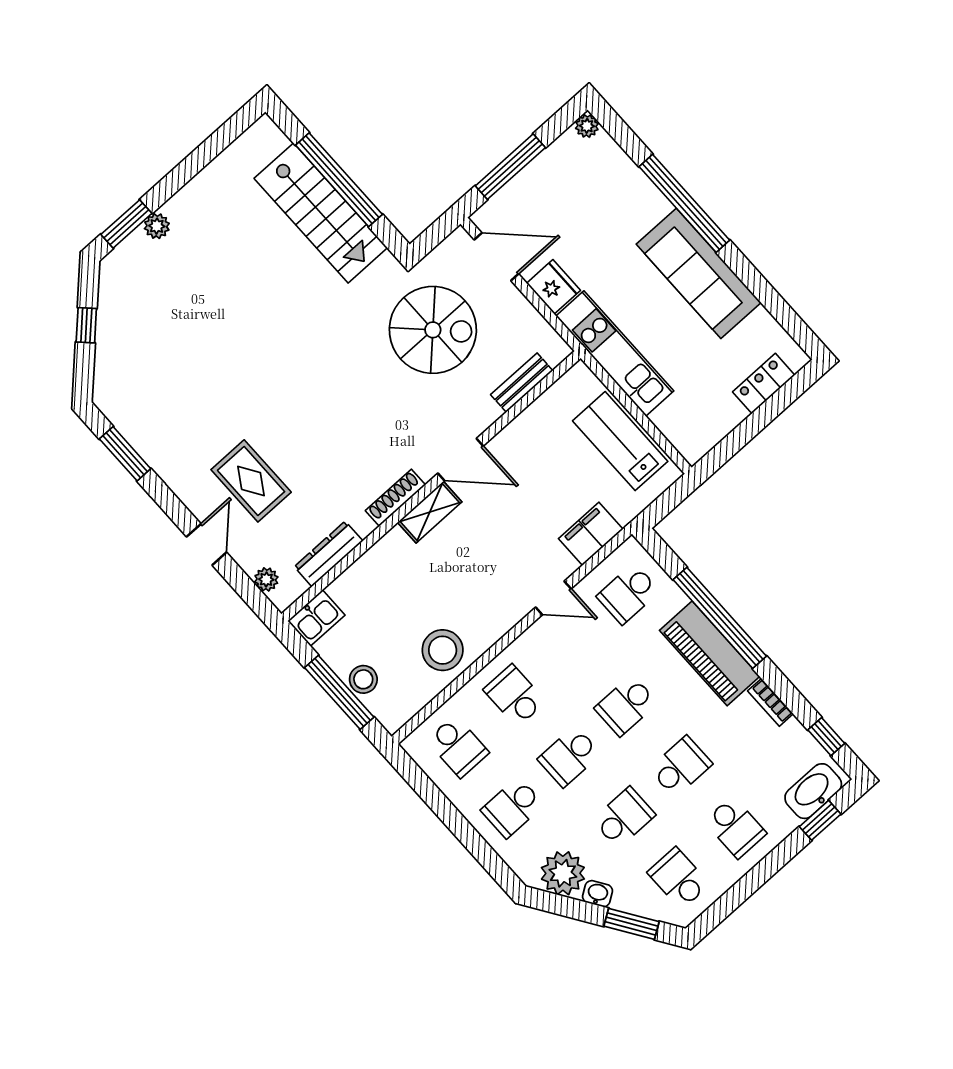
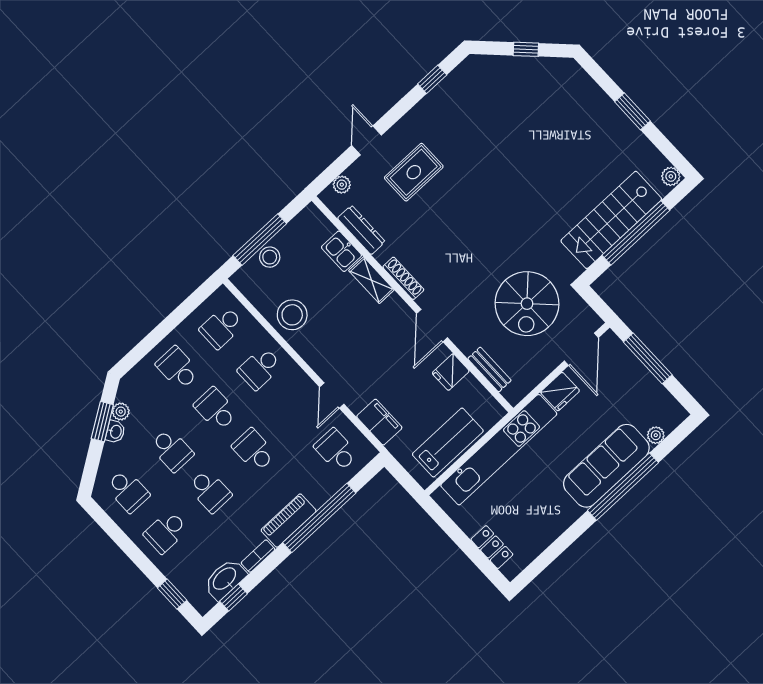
plant: (587, 126) -> (656, 435), moved
window: (126, 224) -> (632, 111), moved
plant: (157, 226) -> (671, 176), moved
sofa: (699, 273) -> (606, 466), moved
kitchen unit: (615, 354) -> (499, 450), width x1.36
fridge: (524, 435) -> (451, 372), added
window: (125, 454) -> (432, 79), width x0.67
shelving: (430, 512) -> (371, 280), moved
door: (207, 544) -> (367, 140), swing flipped
kitchen sink: (316, 618) -> (341, 251), moved
piano: (710, 653) -> (289, 521), width x0.73, depth x0.75
school desk: (515, 696) -> (260, 368), turned 180
washbasin: (813, 791) -> (225, 579), moved, turned -90
plant: (563, 873) -> (121, 412), width x0.53, depth x0.53
school desk: (679, 878) -> (128, 491), turned 90
window: (632, 924) -> (102, 422), moved

